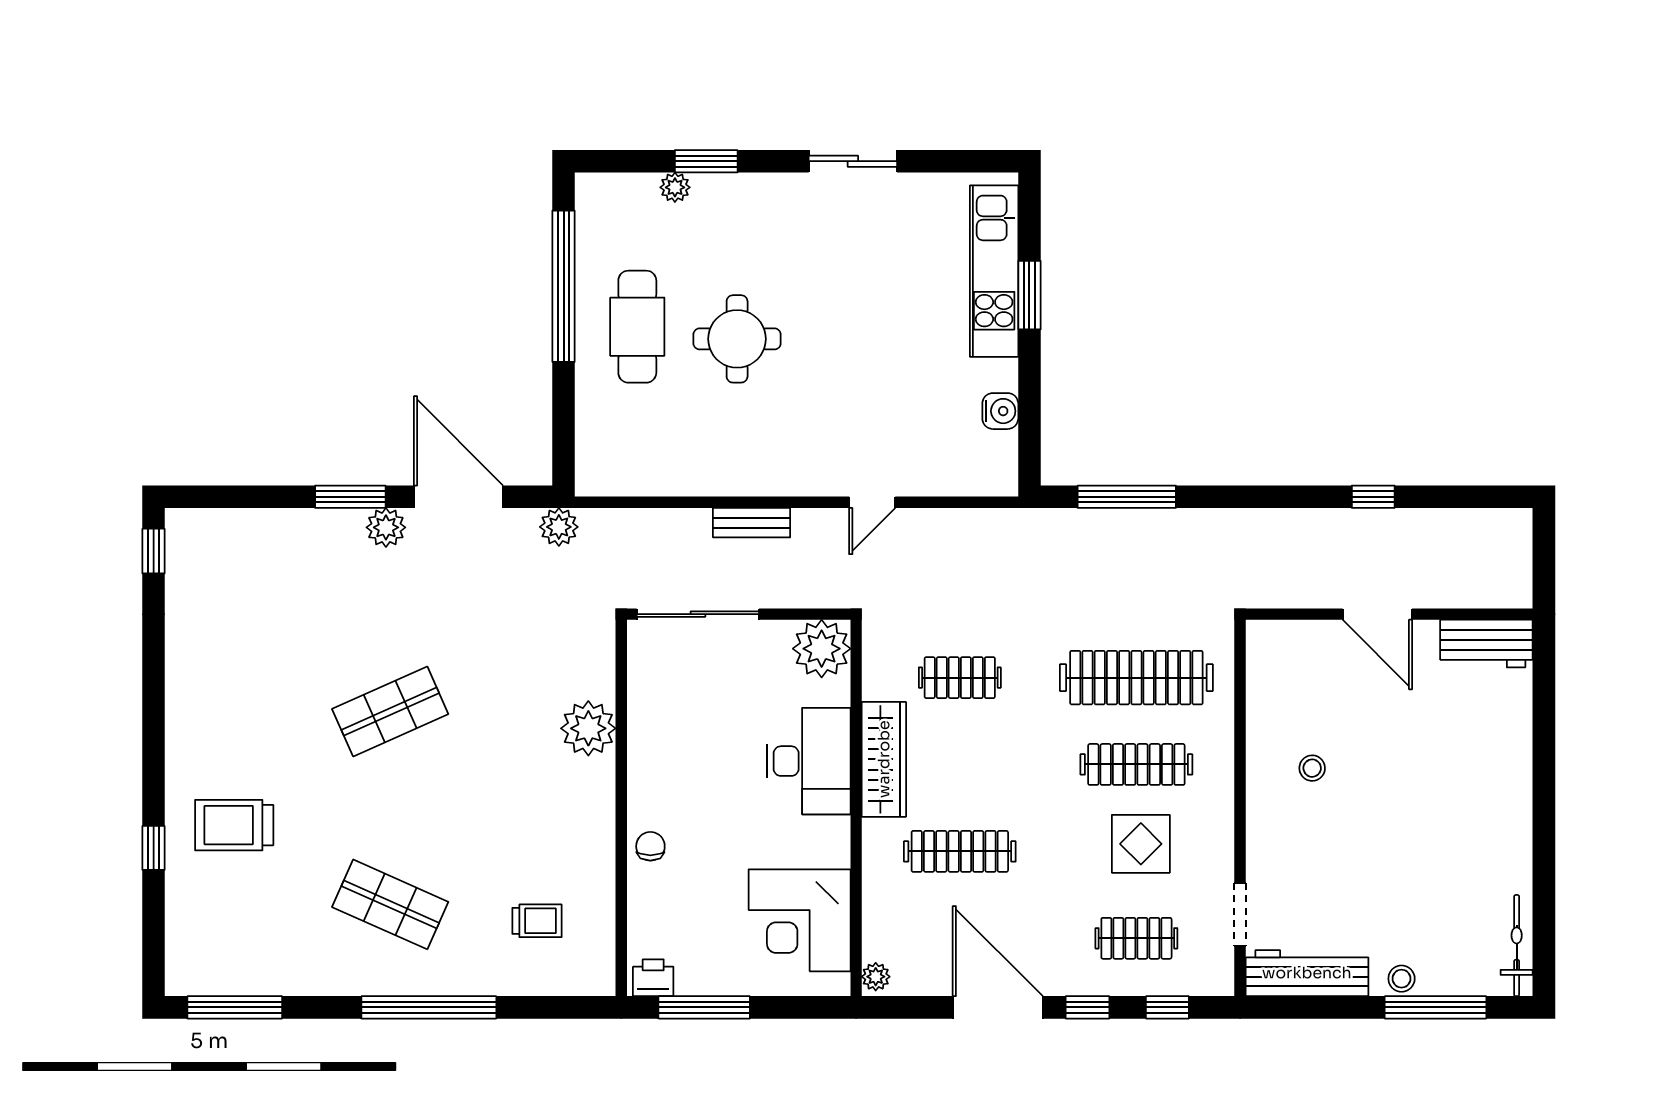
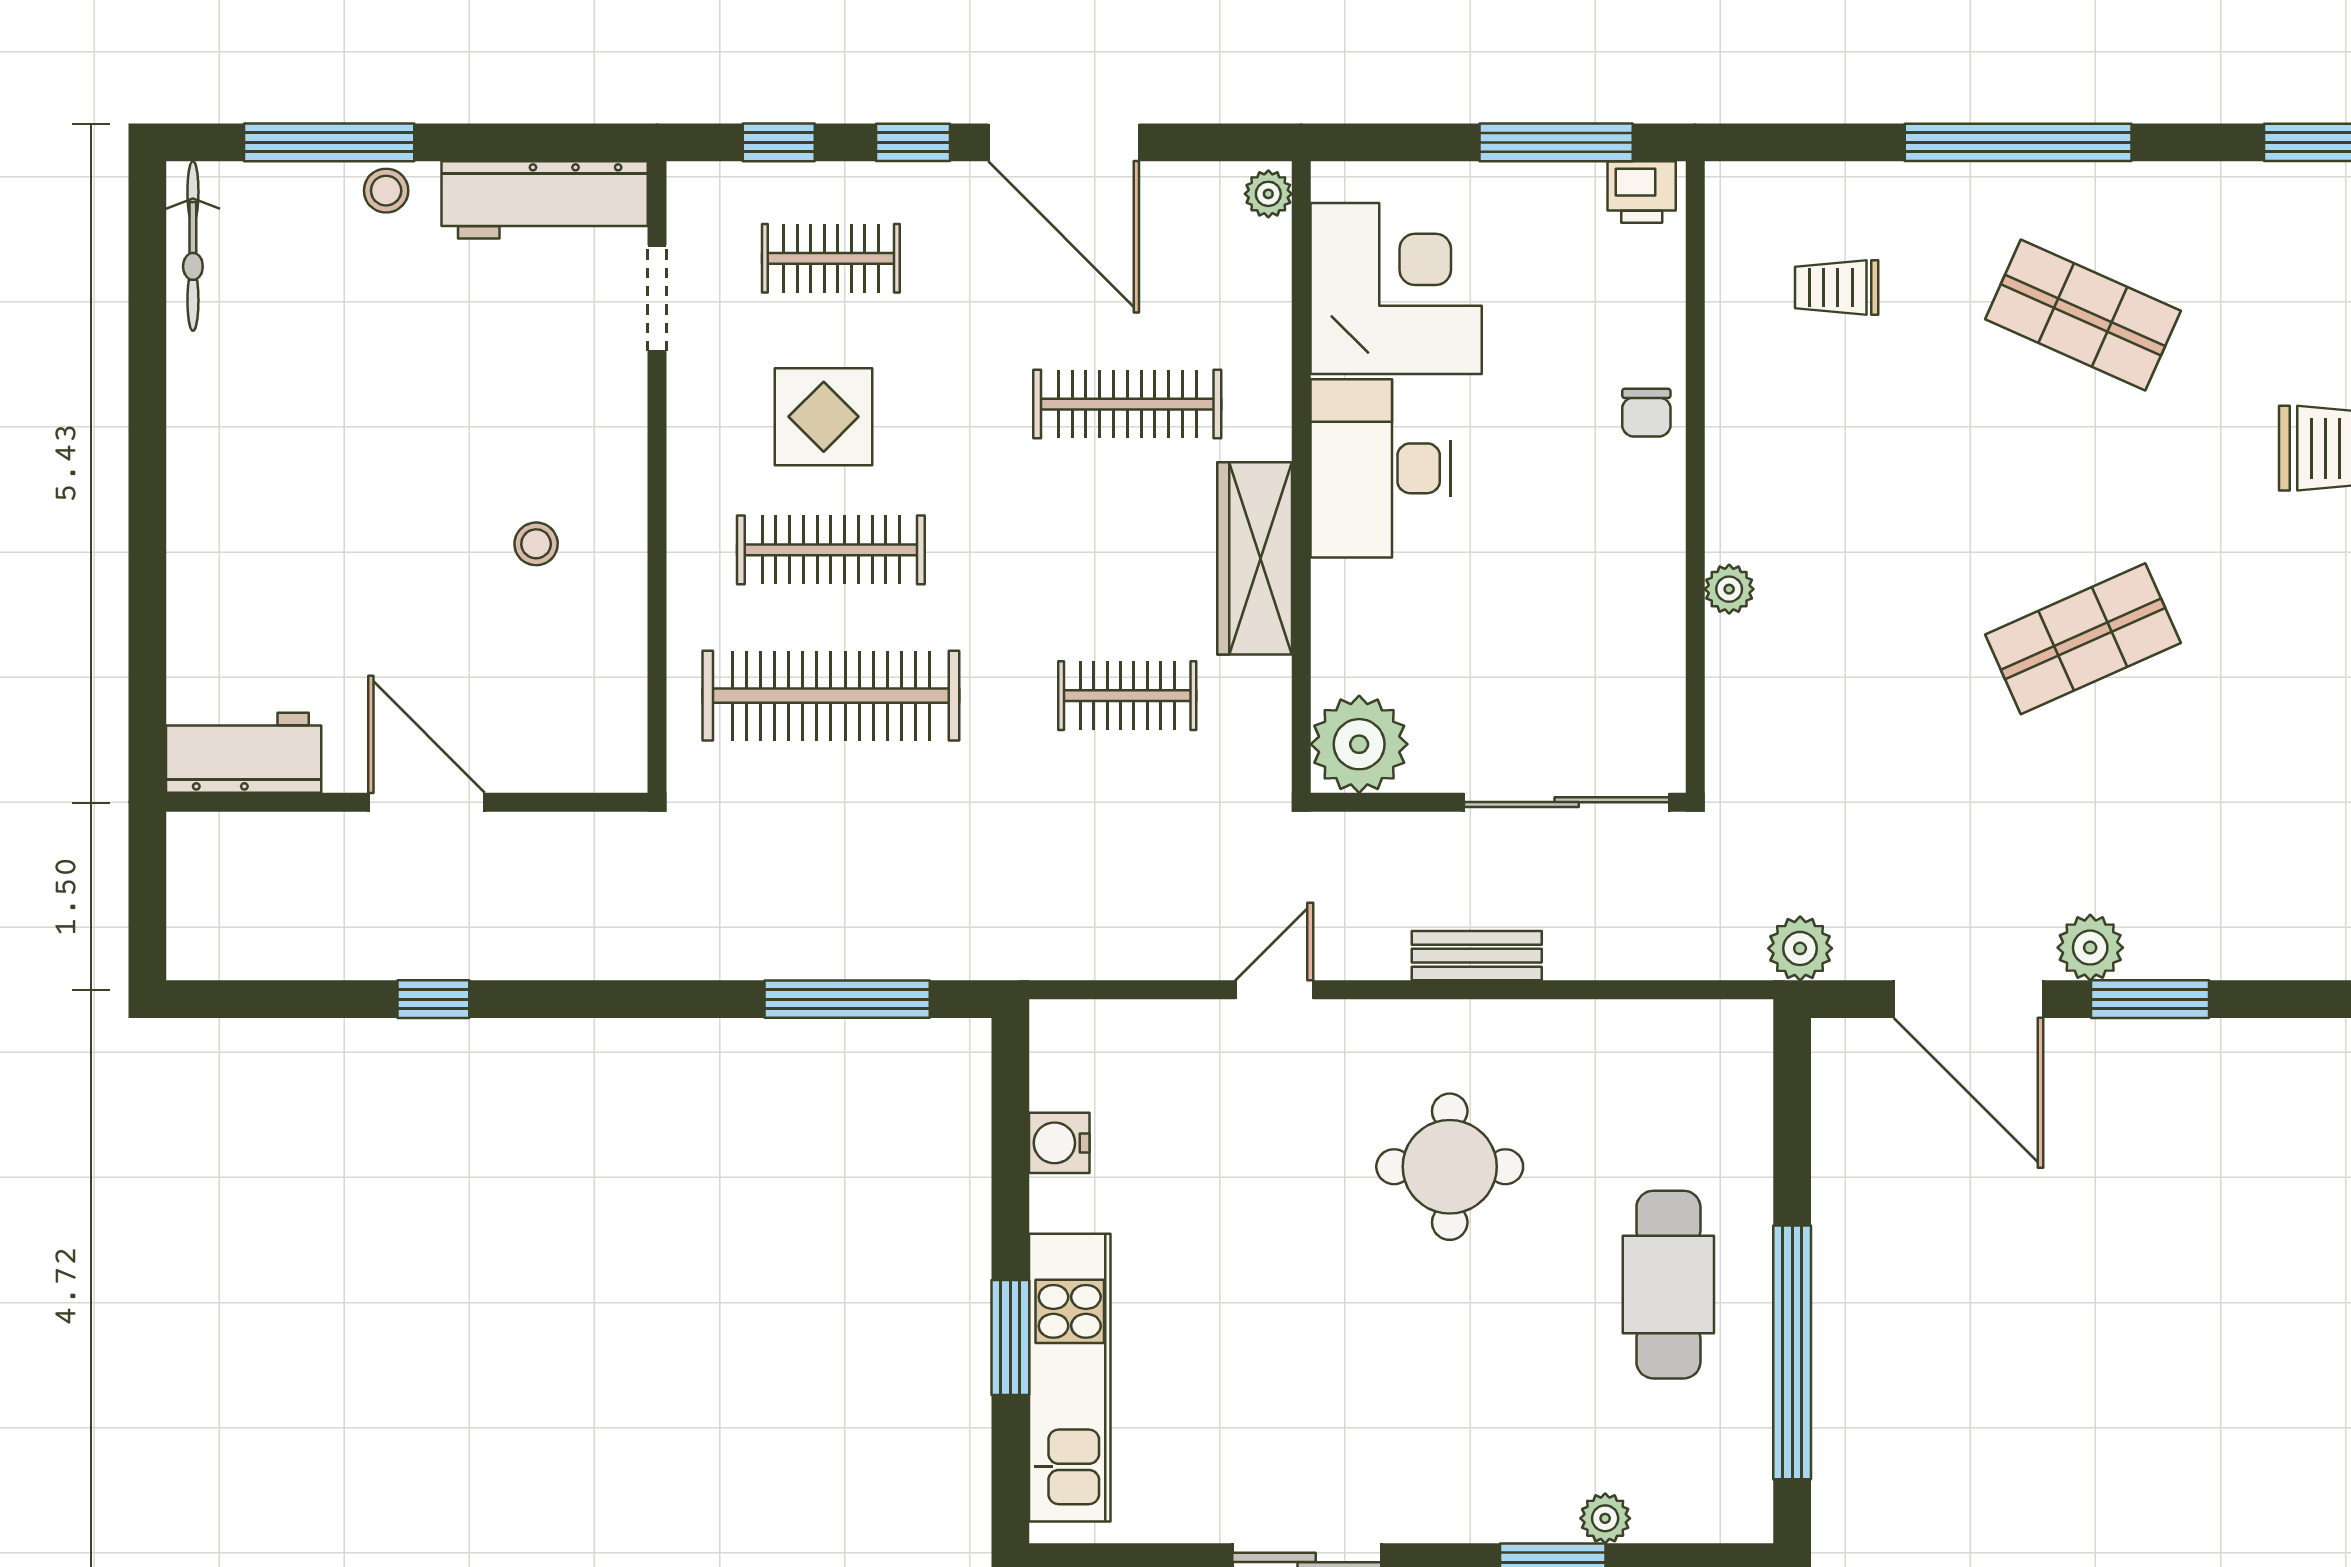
round table: (737, 339) -> (1450, 1167), moved
plant: (588, 728) -> (1729, 589), width x0.53, depth x0.53
desk: (809, 761) -> (1381, 468), moved

